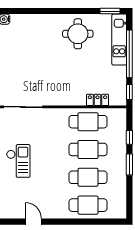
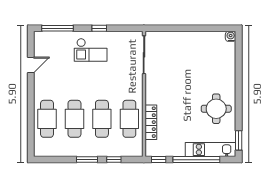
locker: (97, 100) -> (151, 122), width x1.53

